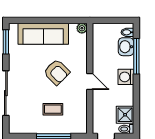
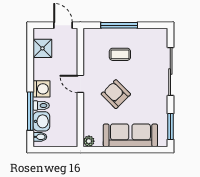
toilet: (126, 129) -> (41, 106), moved

